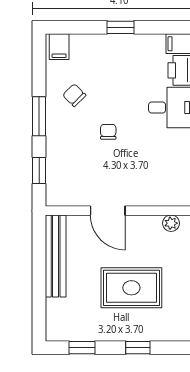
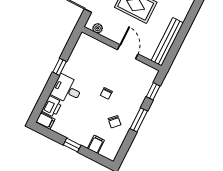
filing cabinet: (59, 47) -> (96, 144), moved

